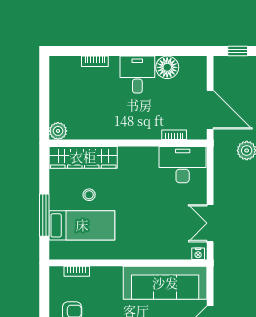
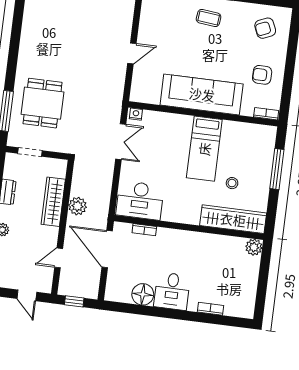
bed: (82, 225) -> (204, 149), moved, turned -90
bookcase: (77, 271) -> (266, 114), moved
sofa: (165, 283) -> (202, 94), moved

